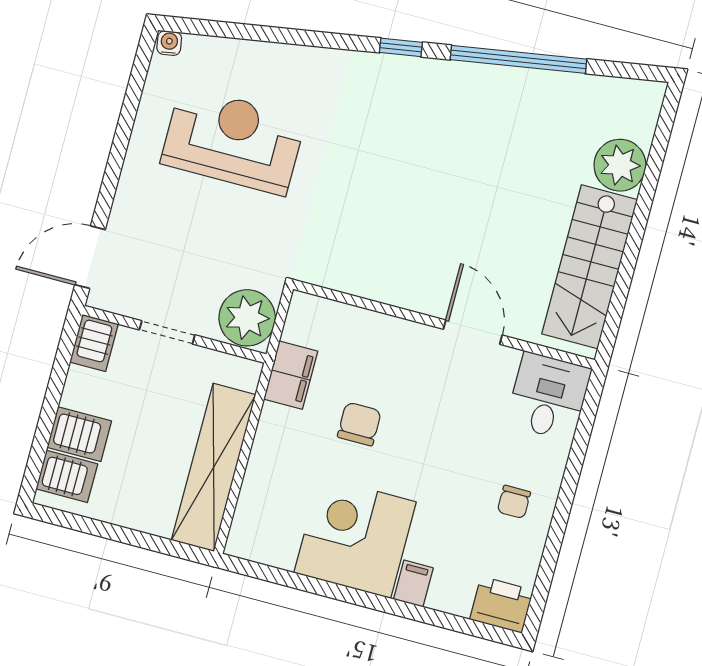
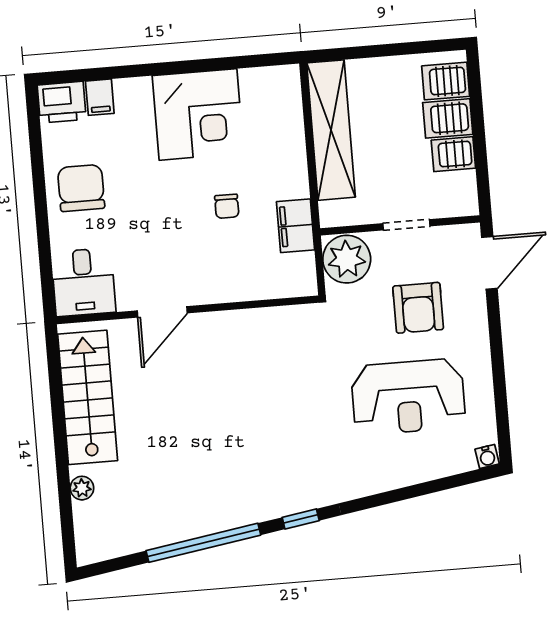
plant: (620, 165) -> (82, 488), width x0.53, depth x0.53
armchair: (187, 236) -> (418, 308), added
door: (473, 332) -> (162, 312), hinge flipped
server rack: (94, 343) -> (453, 154), moved, turned -90
chair: (359, 424) -> (227, 206), width x0.73, depth x0.73
chair: (514, 502) -> (81, 188), width x1.87, depth x1.87
filing cabinet: (413, 584) -> (100, 97), moved

